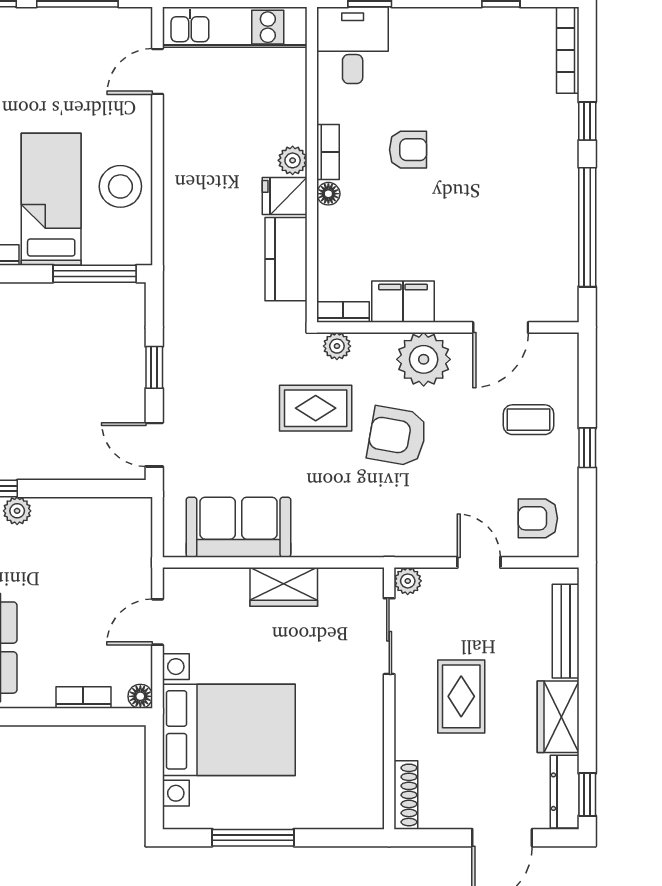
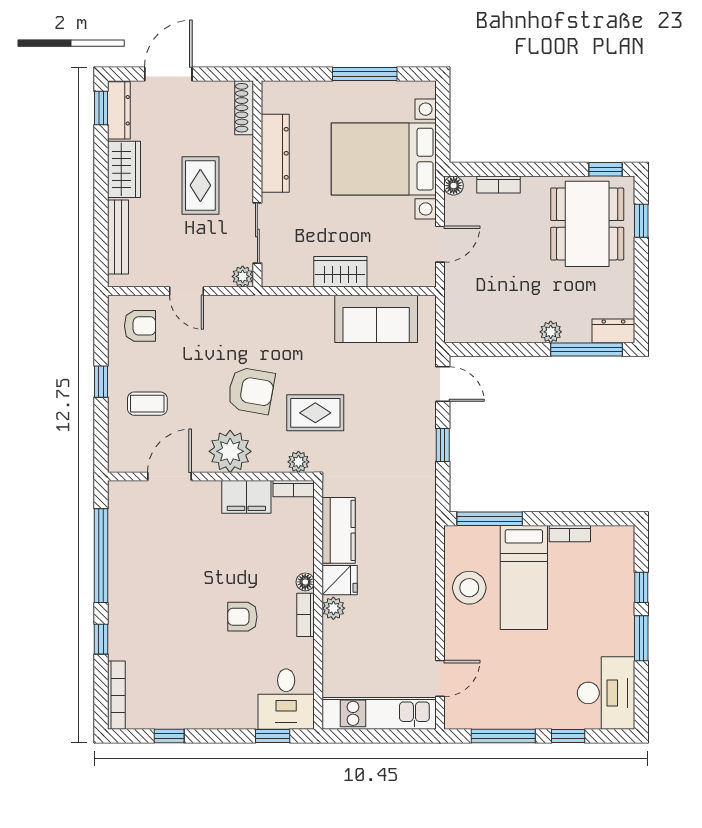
dresser: (366, 737) -> (275, 153), added

